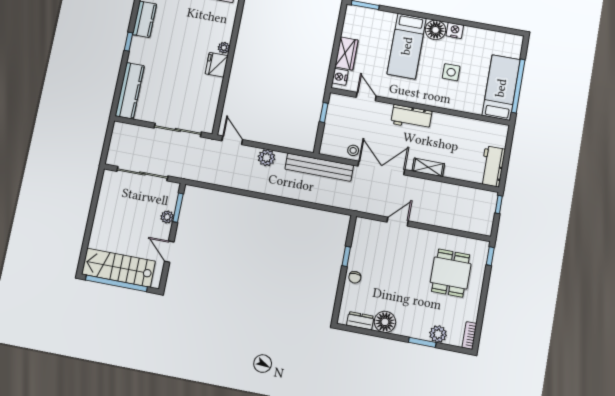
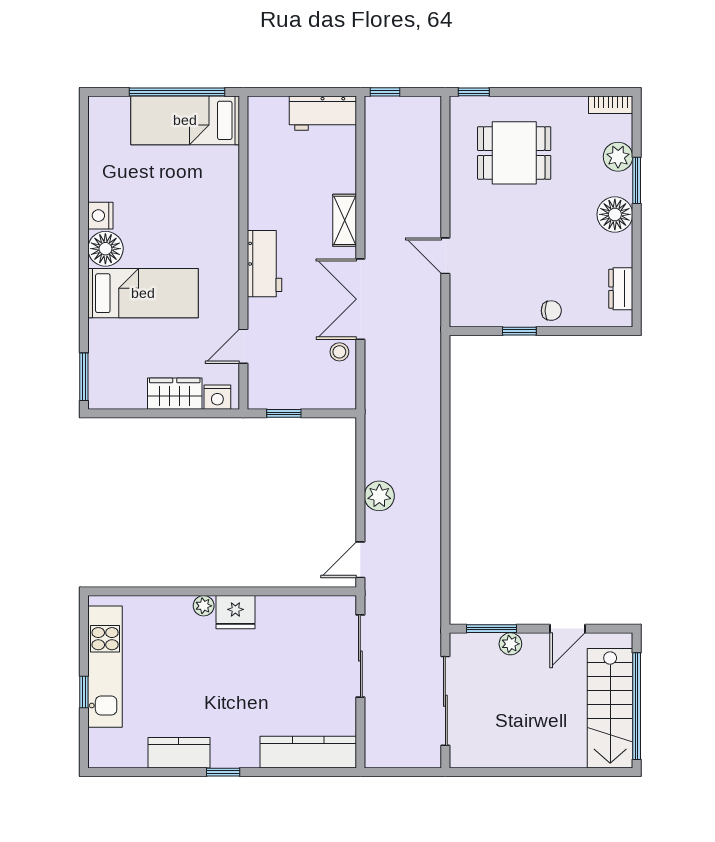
side table: (451, 72) -> (174, 210), removed
bench: (319, 167) -> (379, 404), removed
floor lamp: (385, 322) -> (615, 214), moved

